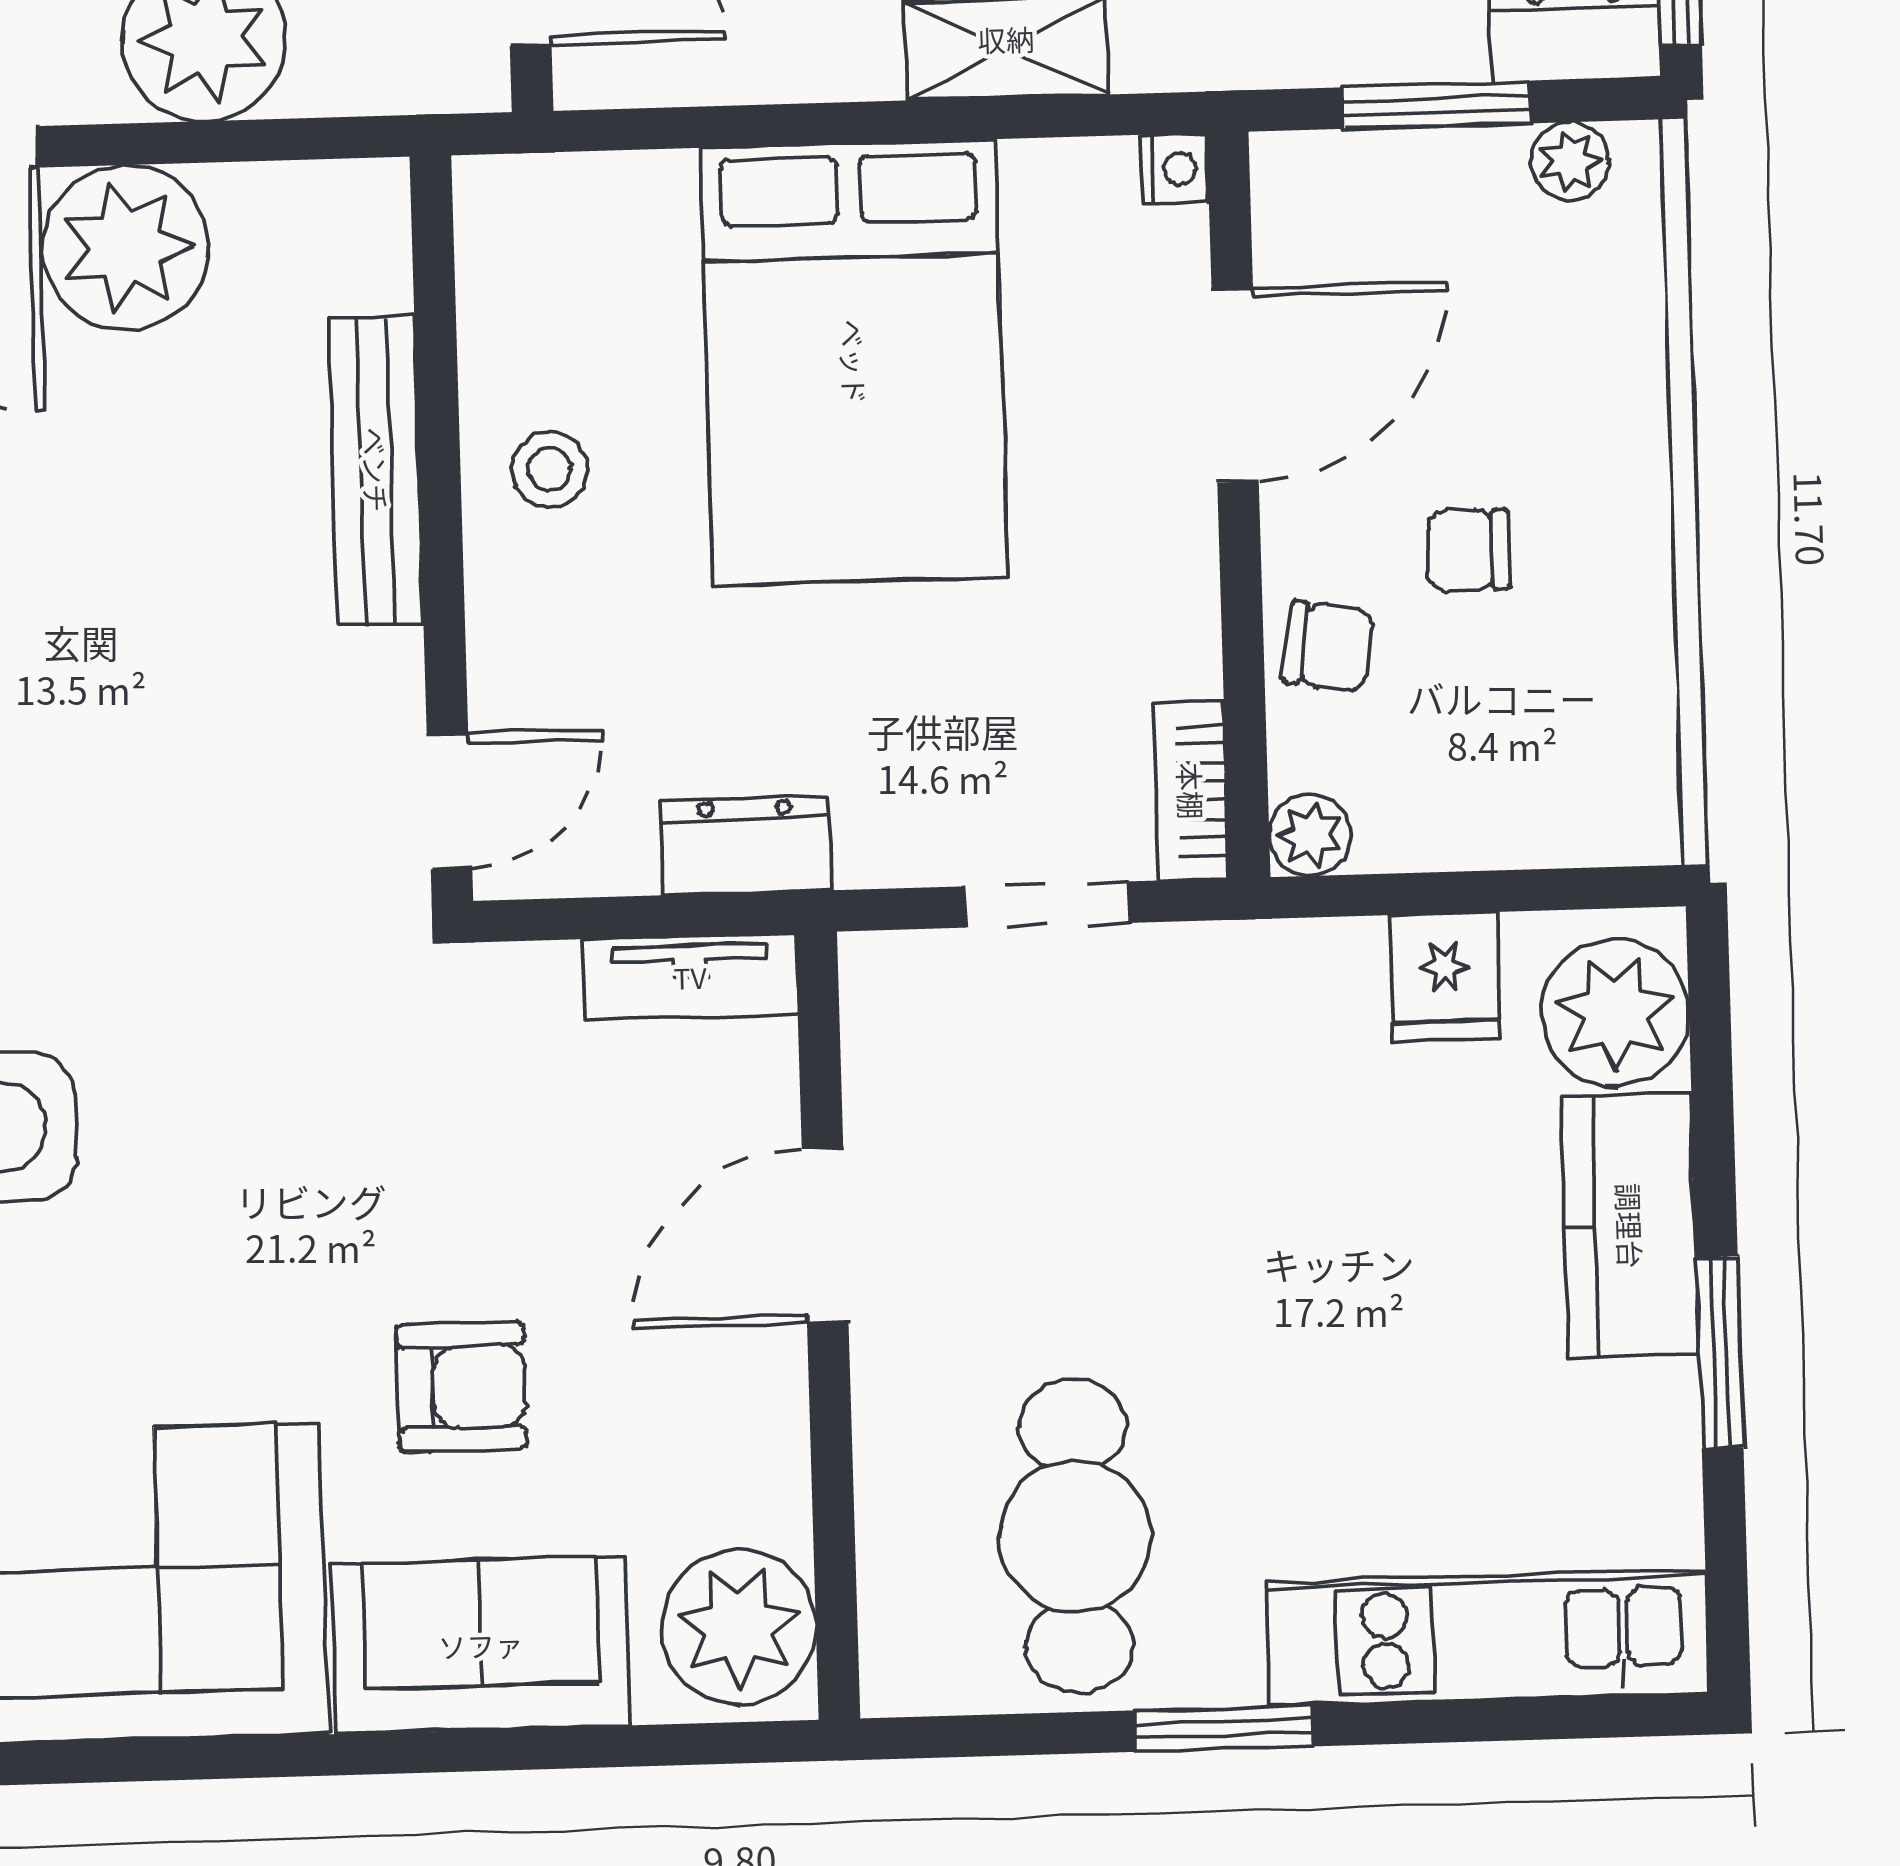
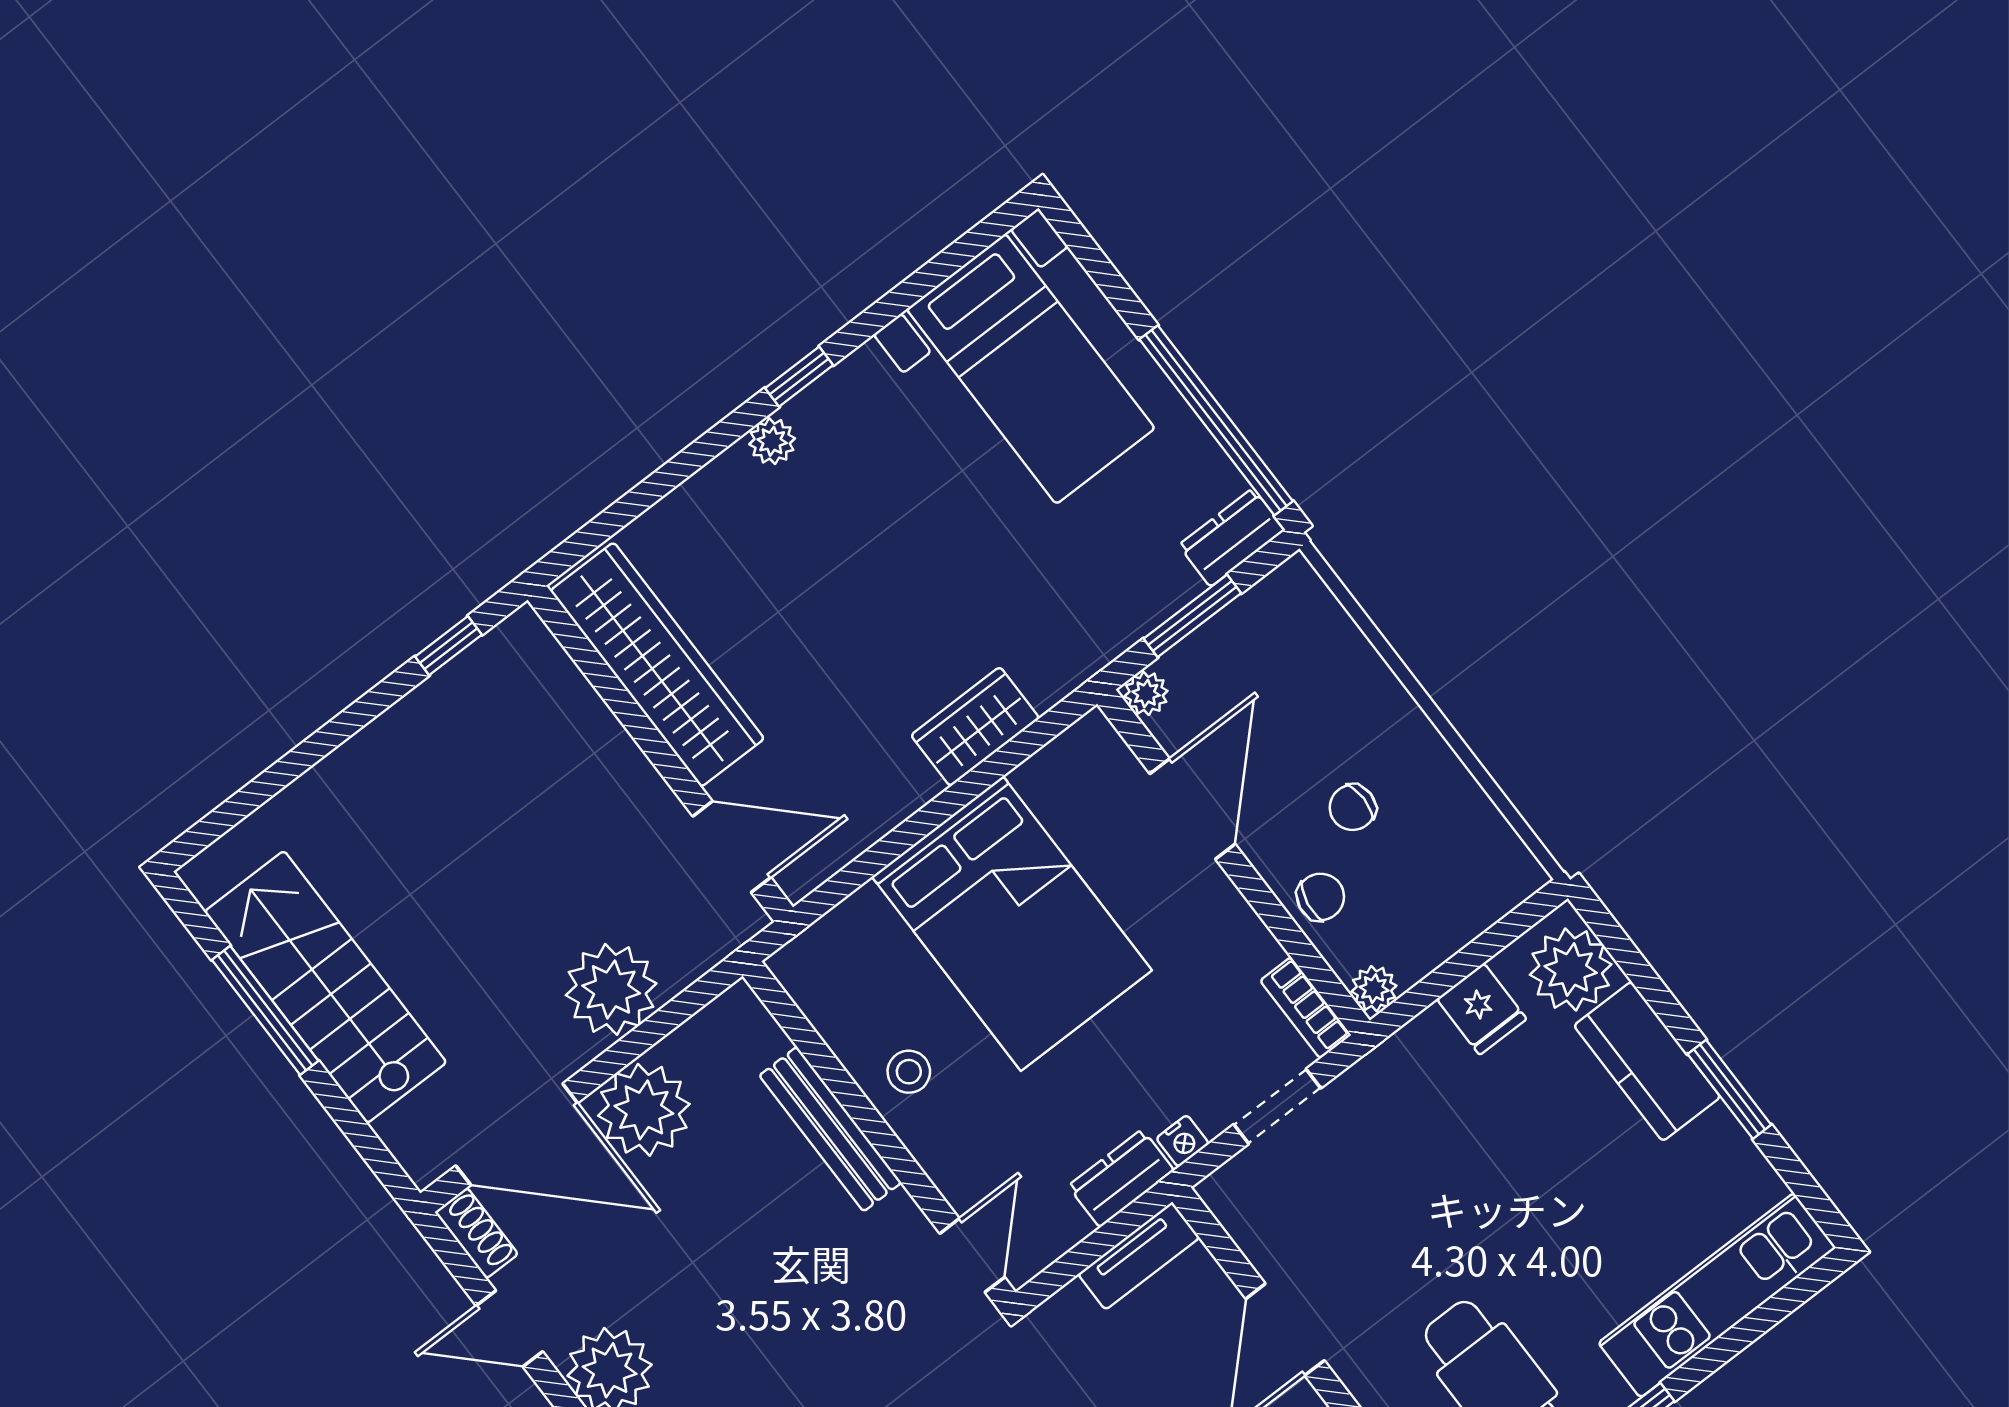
plant: (1570, 161) -> (1146, 693), moved
nightstand: (1175, 169) -> (1183, 1141), moved, turned 90

